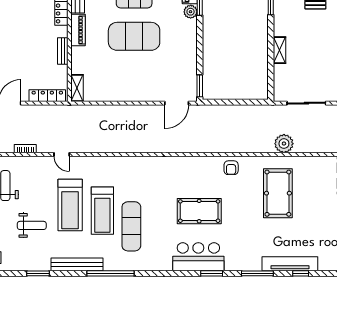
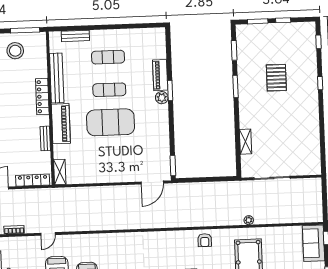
piano: (78, 30) -> (61, 124), width x1.37, depth x1.33
shelving: (279, 50) -> (246, 142), moved
plant: (284, 144) -> (249, 220), width x0.53, depth x0.53
door: (62, 154) -> (48, 234), hinge flipped

